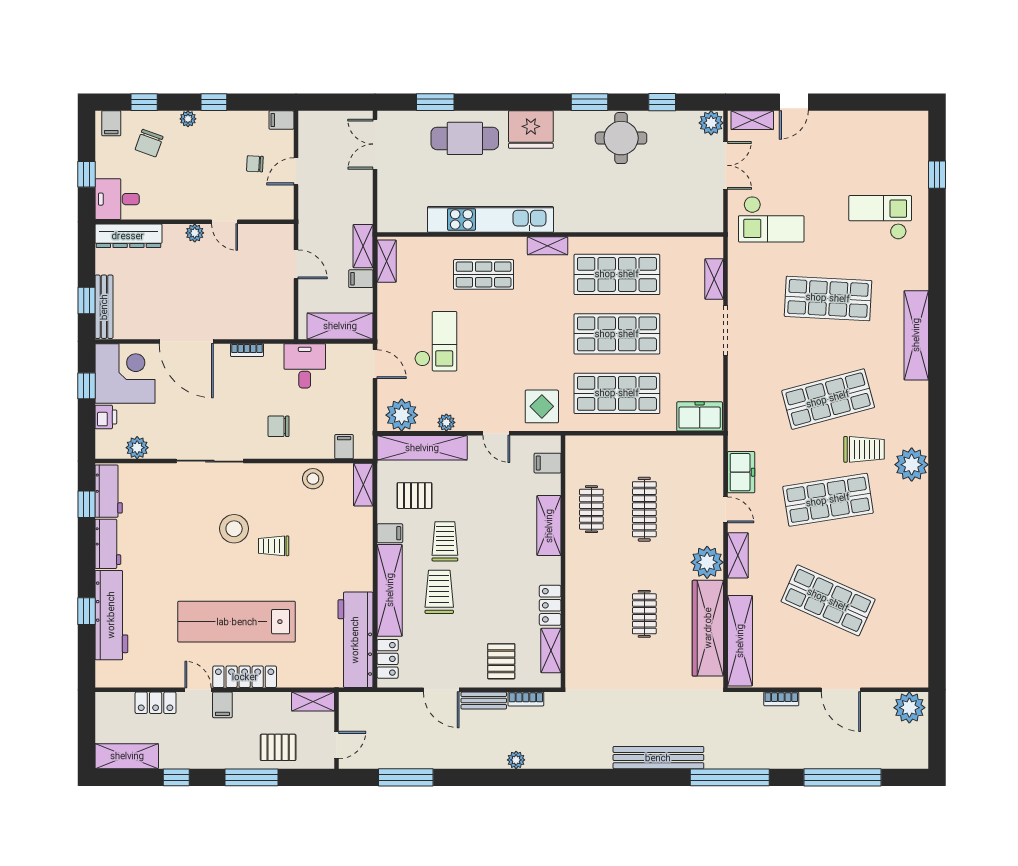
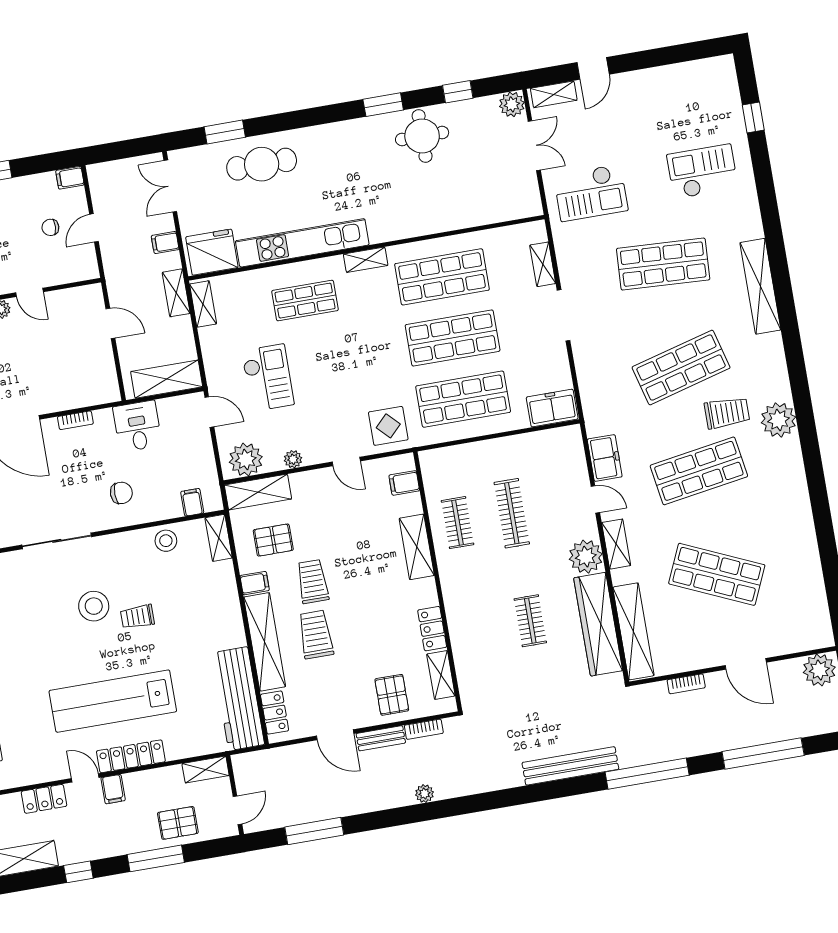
fridge: (531, 130) -> (212, 252), moved, turned 180
filing cabinet: (361, 279) -> (165, 243), moved
chair: (279, 426) -> (121, 493), turned 180
shelving: (422, 448) -> (258, 492), width x0.68

